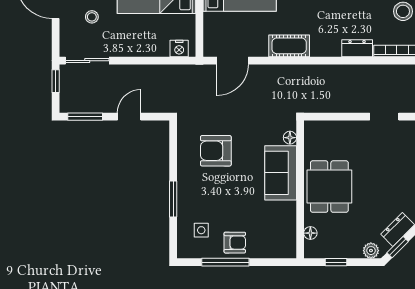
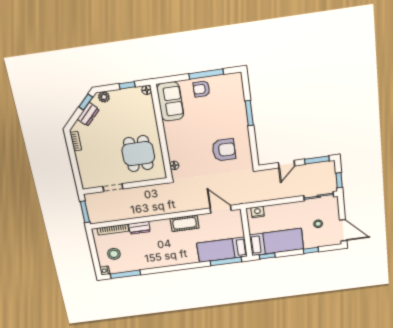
door: (233, 61) -> (221, 209), hinge flipped
sofa: (281, 173) -> (170, 101), moved
dining table: (329, 187) -> (138, 154), moved
side table: (201, 230) -> (227, 94), removed
floor lamp: (310, 233) -> (147, 90), moved

